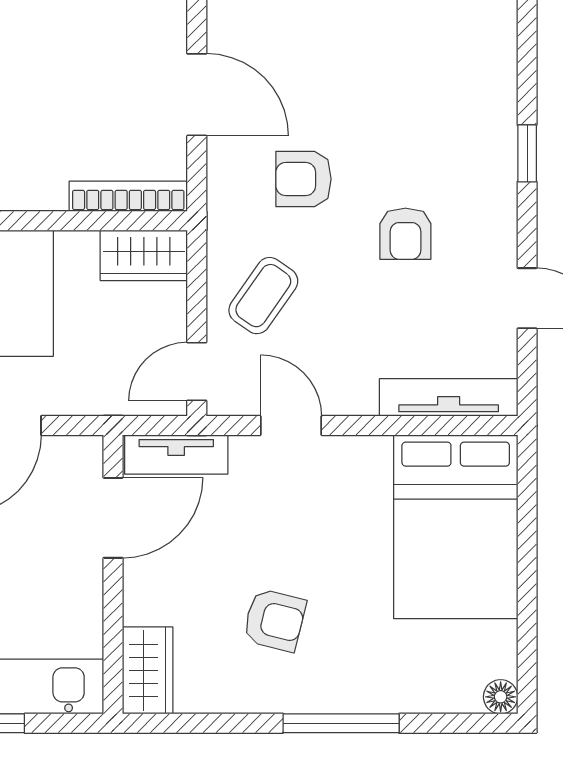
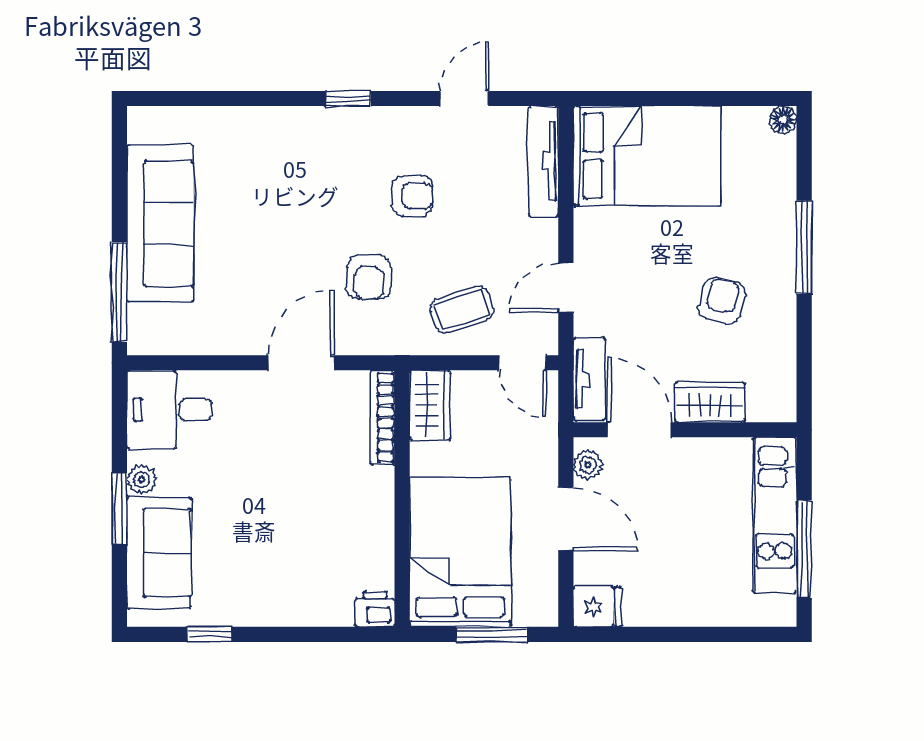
coffee table: (263, 296) -> (462, 309), turned -53
plant: (69, 453) -> (588, 465), added
wardrobe: (148, 670) -> (710, 402), moved

